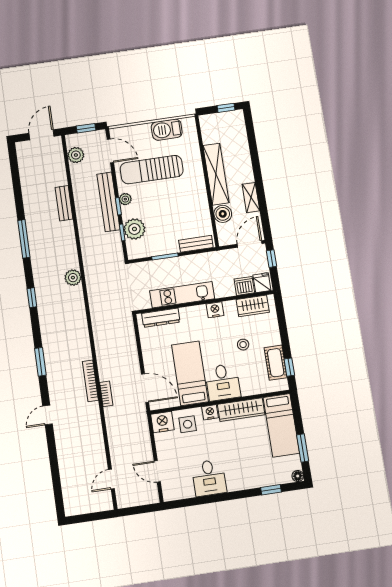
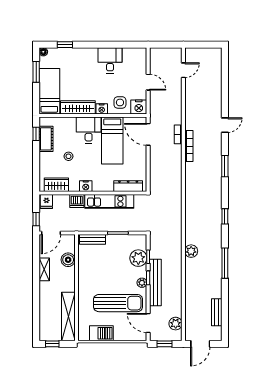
shelving: (216, 174) -> (68, 317), moved
bench: (64, 203) -> (217, 312), moved
plant: (73, 278) -> (191, 251), moved
dishwasher: (244, 286) -> (77, 201), moved
door: (157, 471) -> (148, 82), moved

